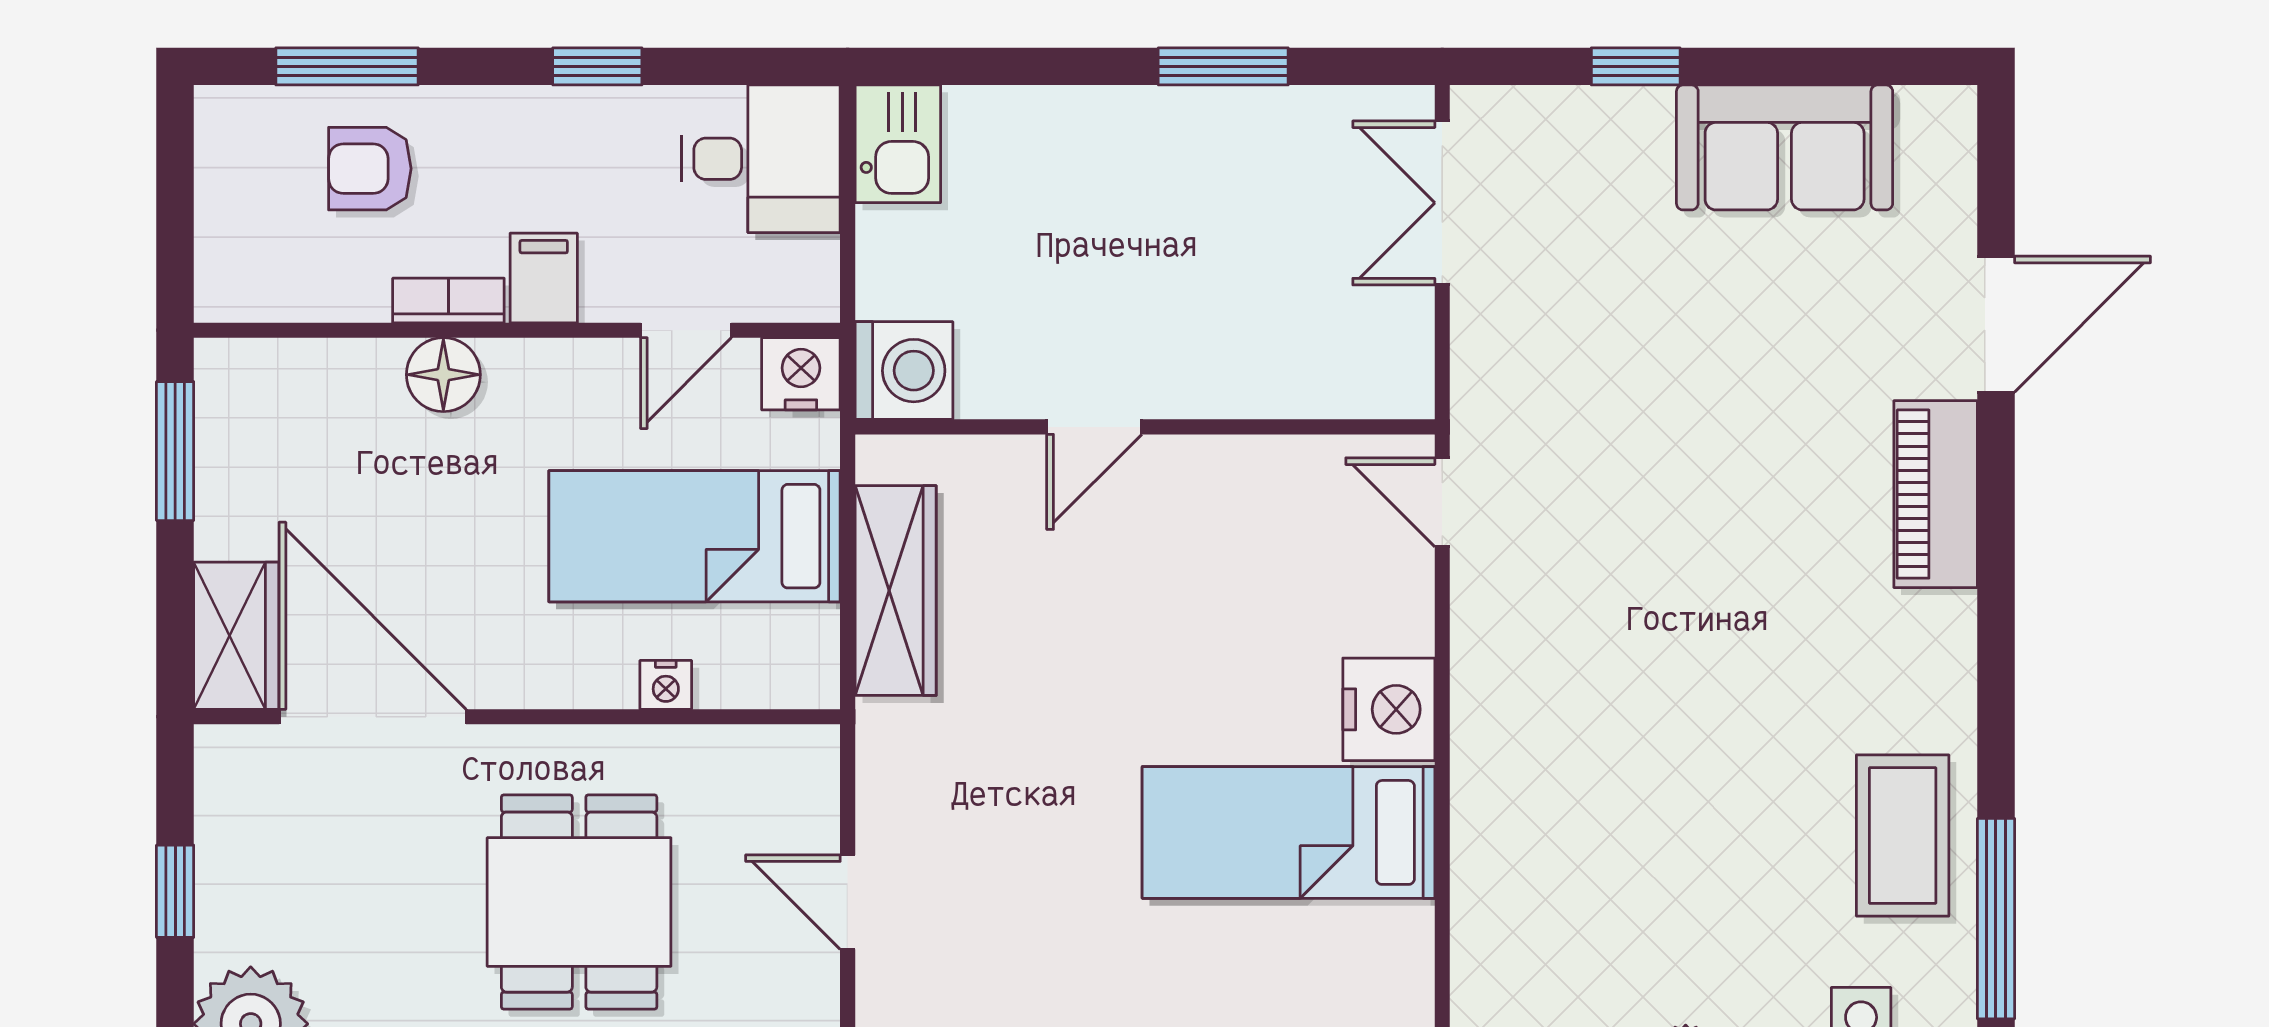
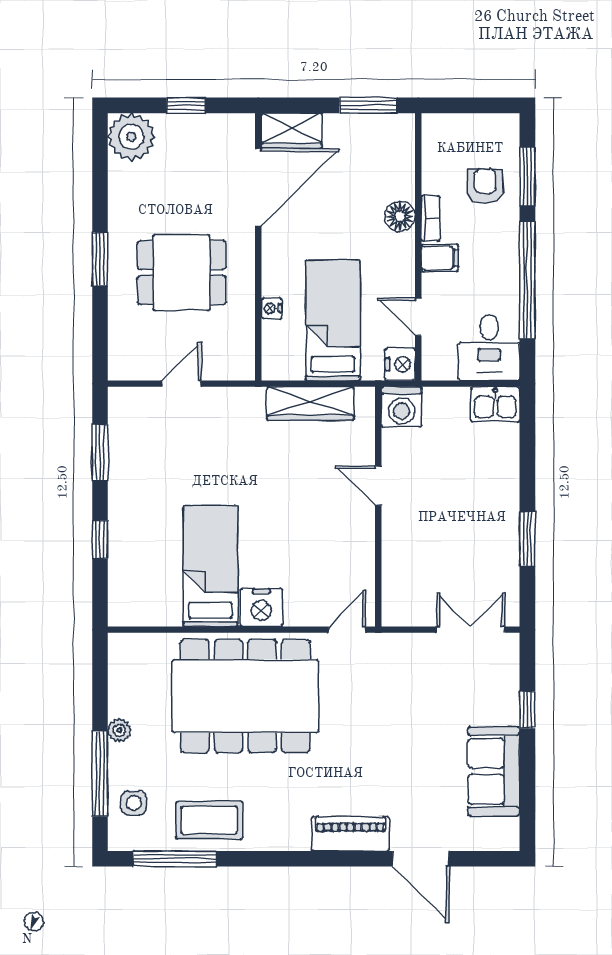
window: (597, 66) -> (527, 280), width x3.17
dining table: (1603, 748) -> (245, 696), added

